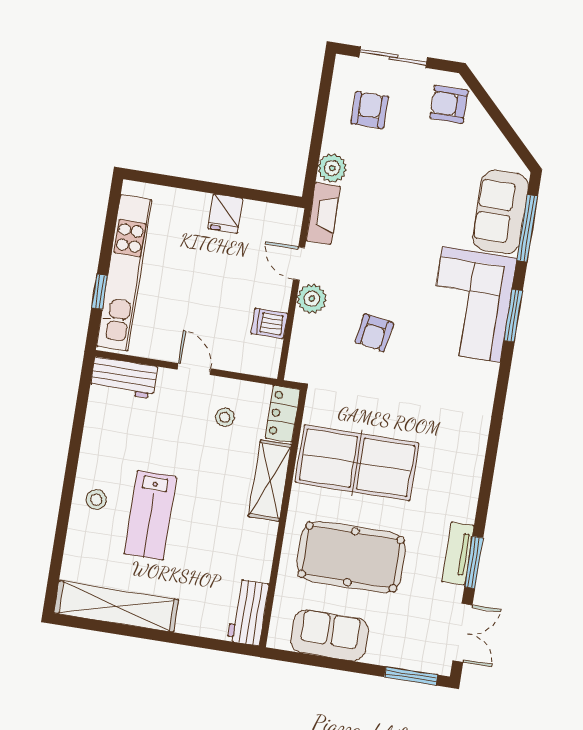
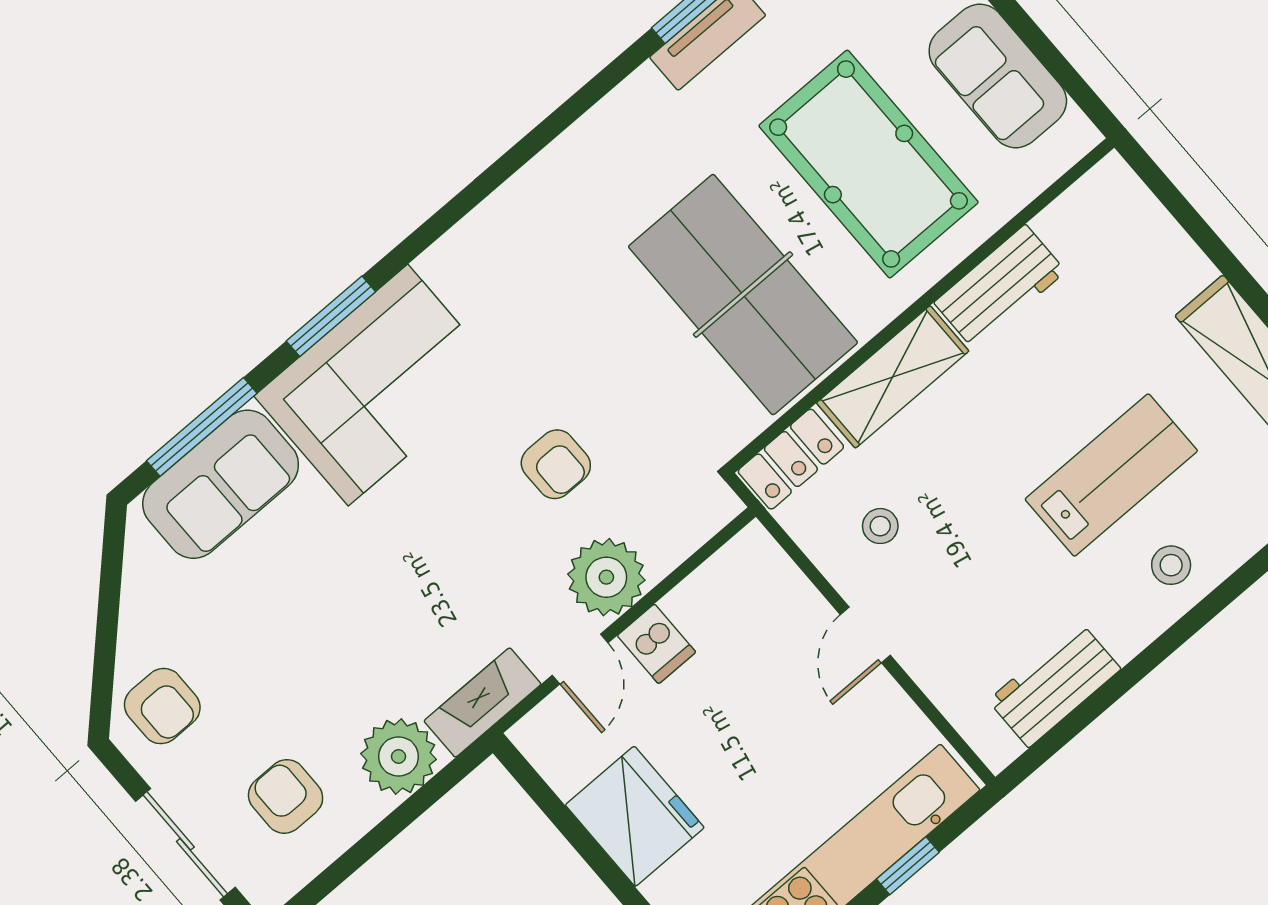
armchair: (370, 110) -> (286, 796), turned 90
plant: (332, 168) -> (399, 756), width x1.36, depth x1.36
fridge: (225, 214) -> (635, 816), width x1.88, depth x1.34
plant: (312, 299) -> (606, 577), width x1.36, depth x1.36
dishwasher: (269, 323) -> (657, 644), moved
armchair: (374, 333) -> (556, 464), turned 81
workbench: (124, 378) -> (1054, 685), moved, turned -90
workbench: (248, 612) -> (1000, 287), moved

